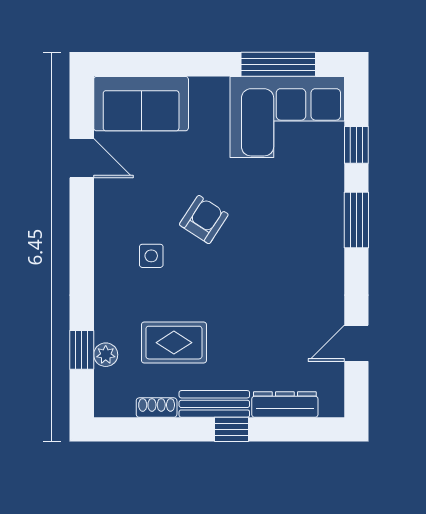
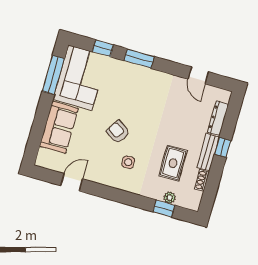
sofa: (141, 104) -> (59, 127), moved

